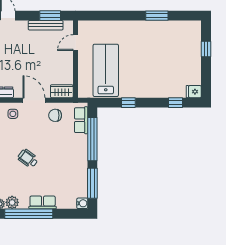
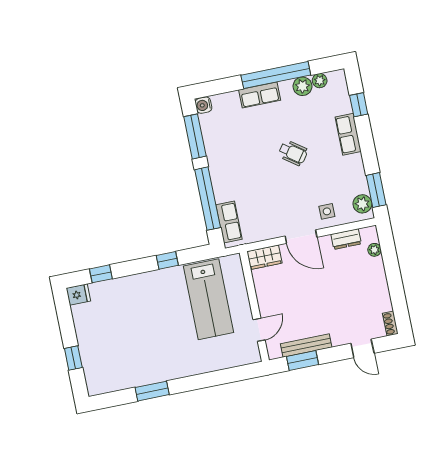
chair: (55, 115) -> (267, 221), removed

